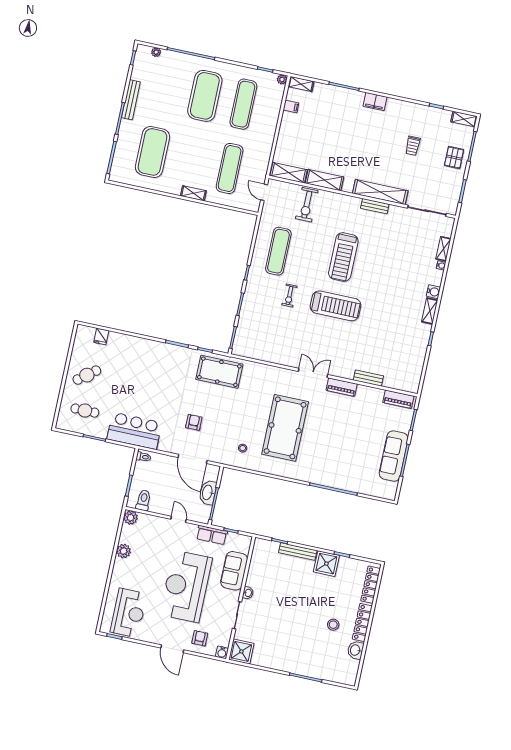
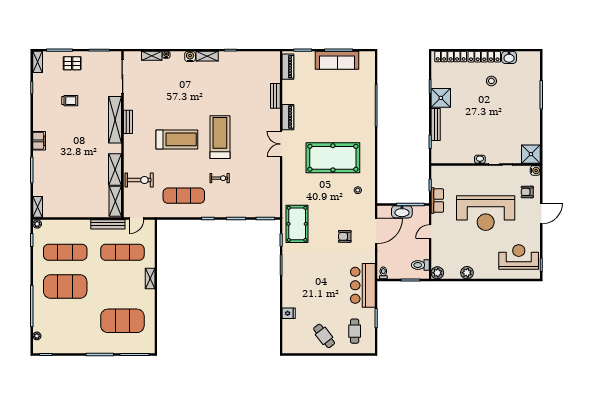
bench: (131, 100) -> (108, 224), moved
filing cabinet: (291, 106) -> (59, 211), removed
fridge: (101, 336) -> (289, 313), moved
sofa: (234, 571) -> (464, 175), removed

